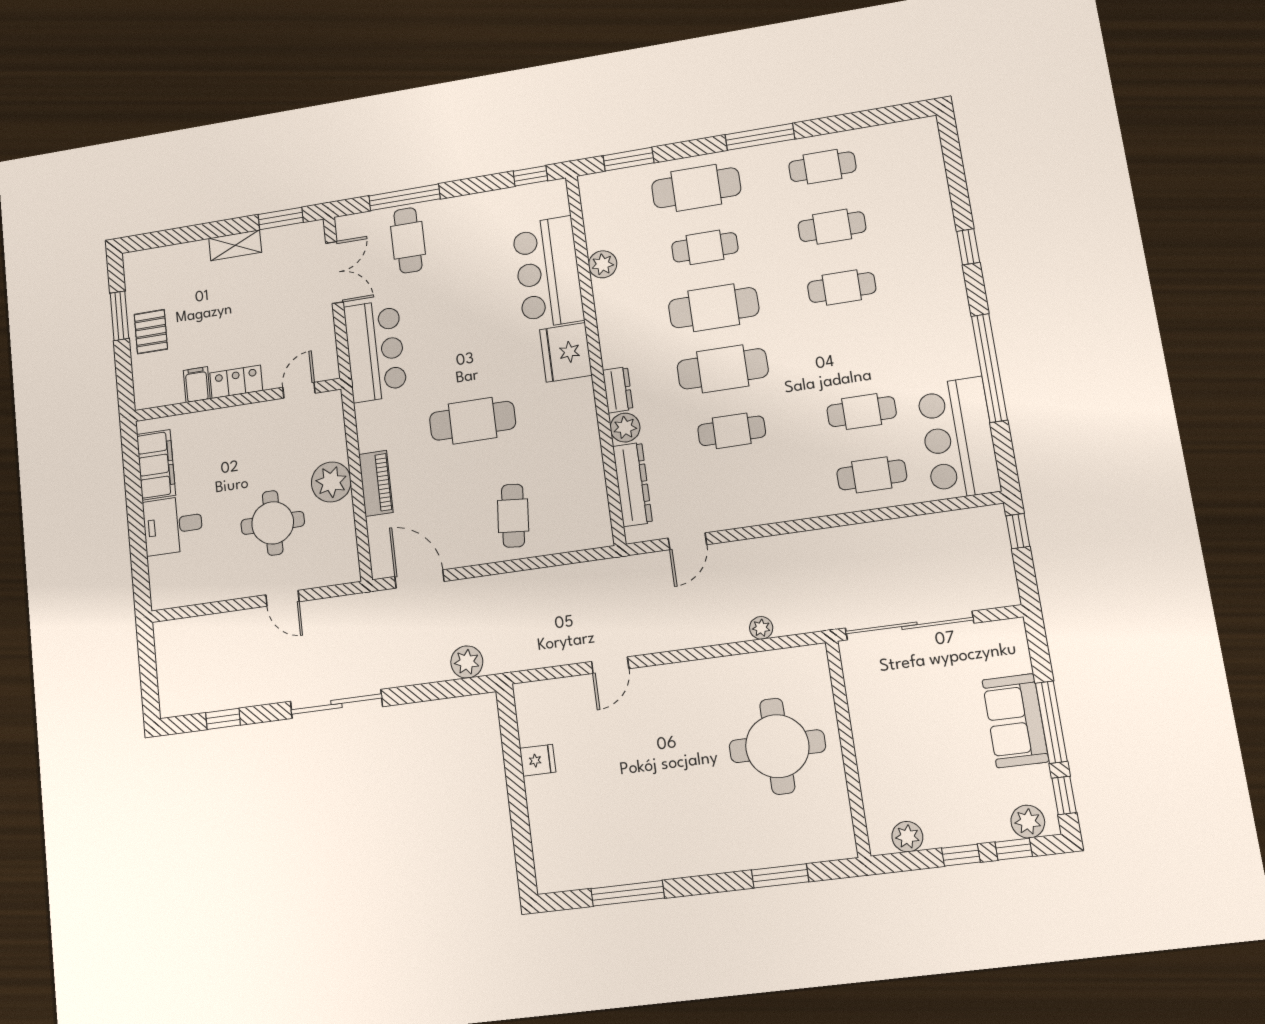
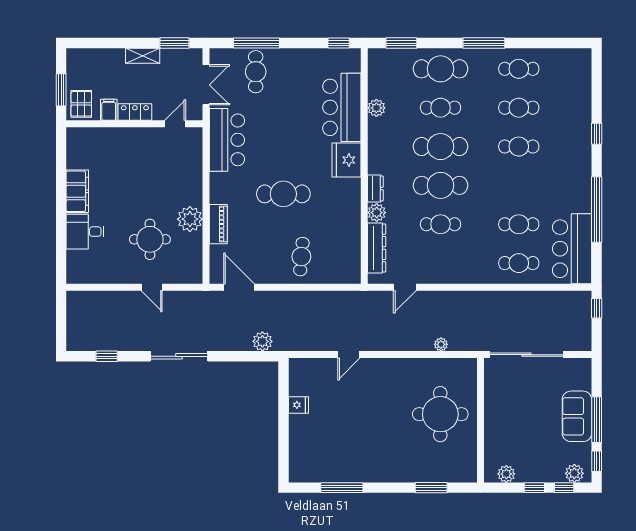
locker: (236, 382) -> (135, 112), moved
filing cabinet: (197, 385) -> (109, 110), moved
door: (299, 390) -> (175, 124), moved
wall: (237, 400) -> (134, 124), moved

